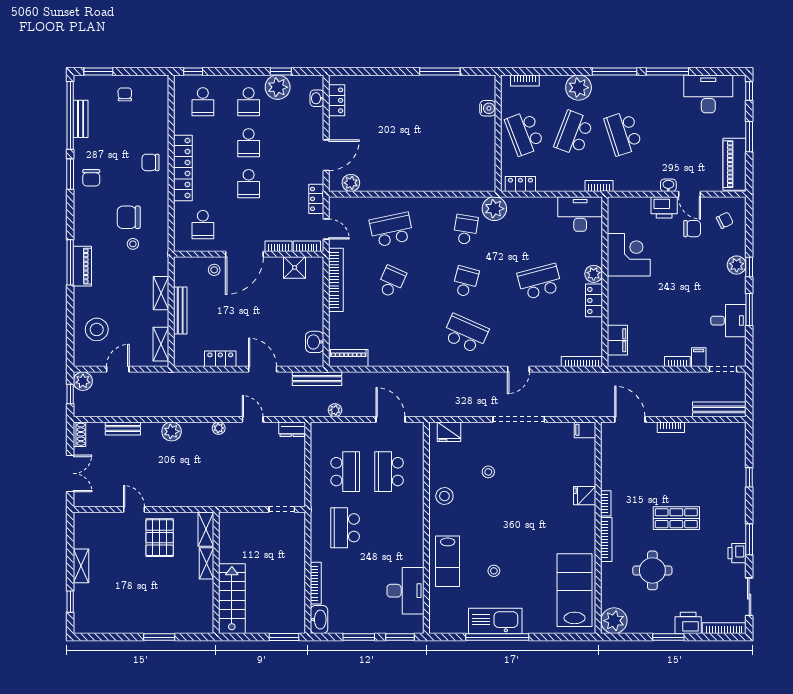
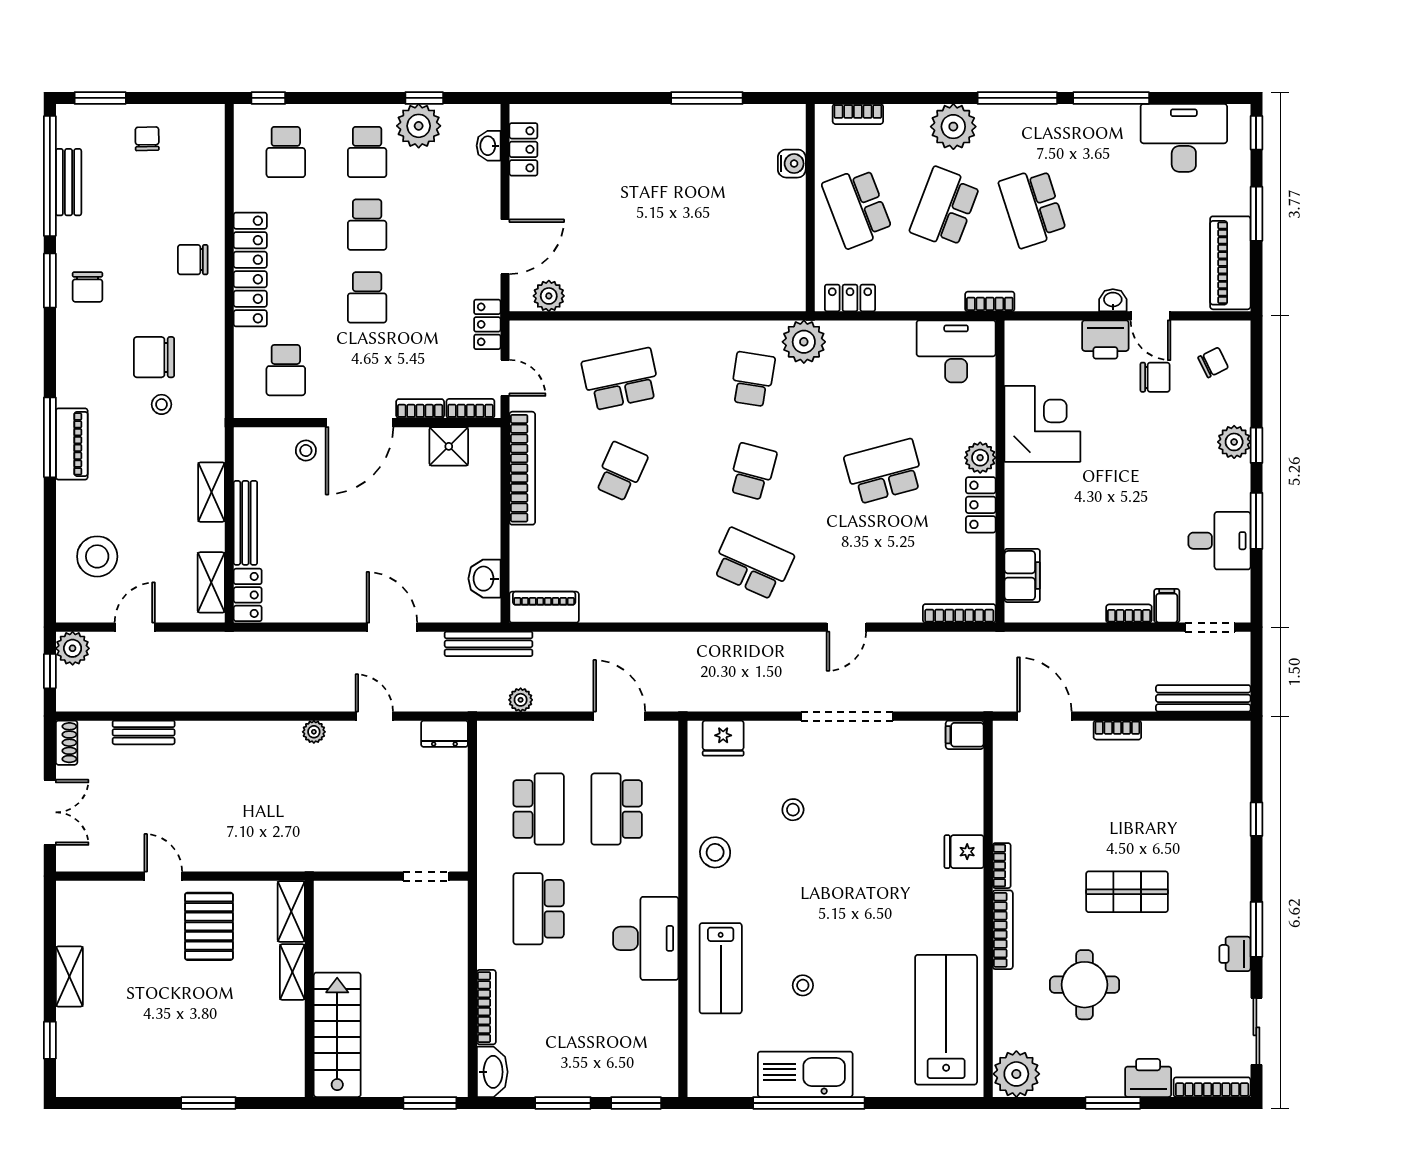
locker: (220, 359) -> (248, 595), moved, turned 90
plant: (172, 431) -> (230, 738), removed
desk: (405, 591) -> (646, 938), moved

